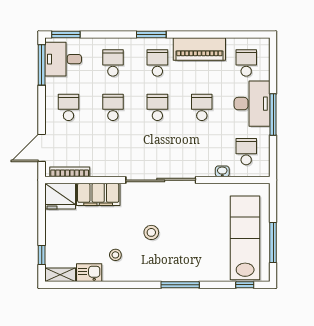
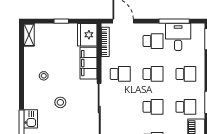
desk: (63, 59) -> (178, 37), moved
window: (42, 65) -> (174, 21), moved
school desk: (113, 152) -> (120, 74), added
window: (42, 255) -> (61, 21), moved
kitchen sink: (89, 273) -> (31, 119), moved

